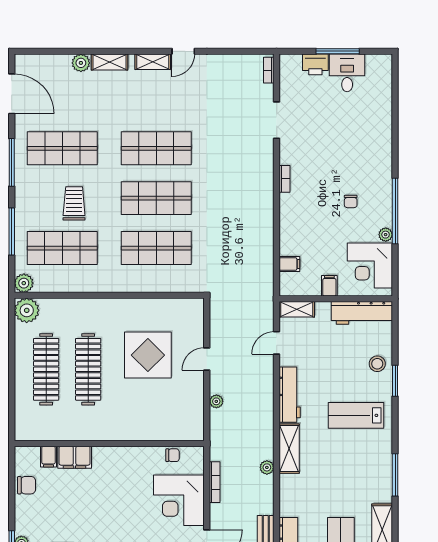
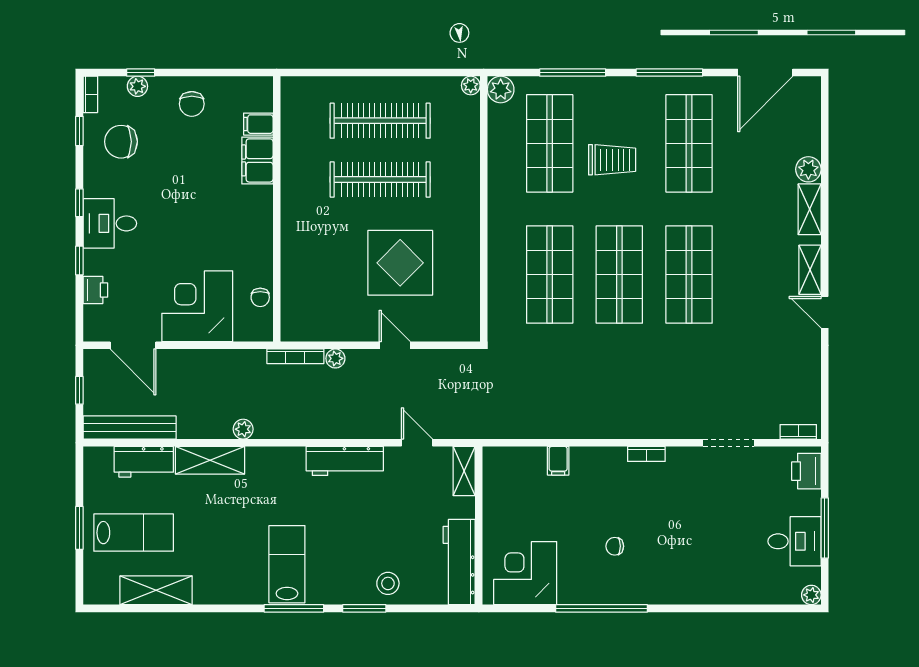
printer: (315, 64) -> (806, 471), moved
plant: (386, 235) -> (811, 595), moved
filing cabinet: (289, 264) -> (558, 461), moved
filing cabinet: (329, 286) -> (497, 517), removed
plant: (27, 310) -> (471, 85), width x0.53, depth x0.53
lab bench: (356, 415) -> (287, 564), moved
shelving: (289, 449) -> (210, 460), moved
window: (395, 475) -> (294, 608), moved
bookcase: (215, 482) -> (295, 356), moved
chair: (26, 485) -> (192, 104), moved

